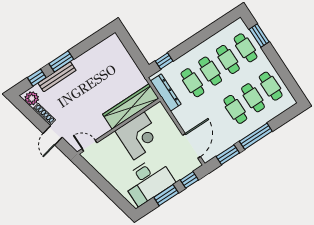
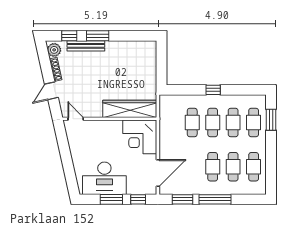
window: (164, 61) -> (213, 90), moved
dresser: (166, 93) -> (165, 116), removed
corner desk: (139, 136) -> (140, 137), moved, turned 90

